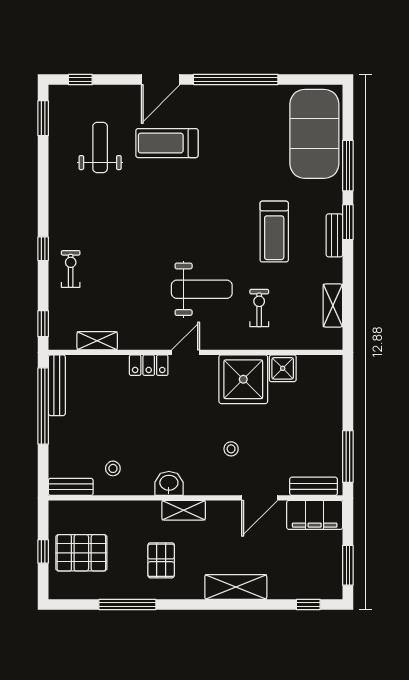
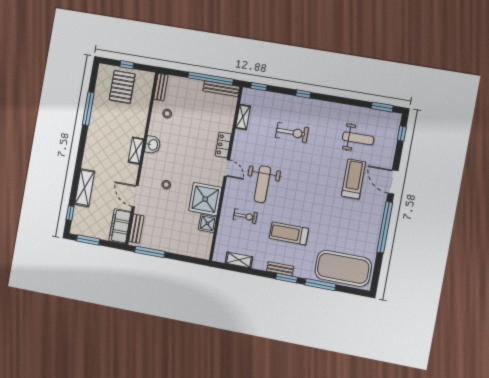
exercise bike: (71, 269) -> (292, 132), moved, width x1.38, depth x1.39
pallet: (161, 560) -> (110, 132), removed
shelving: (236, 587) -> (85, 188), moved

